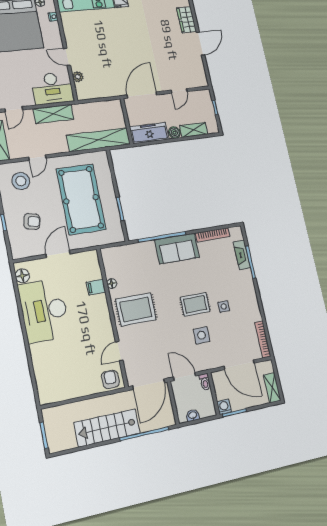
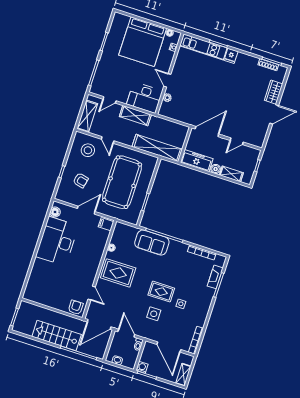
door: (37, 158) -> (108, 140), hinge flipped
sofa: (177, 249) -> (152, 243), moved
filing cabinet: (96, 287) -> (106, 224), moved
door: (119, 351) -> (92, 293), swing flipped

